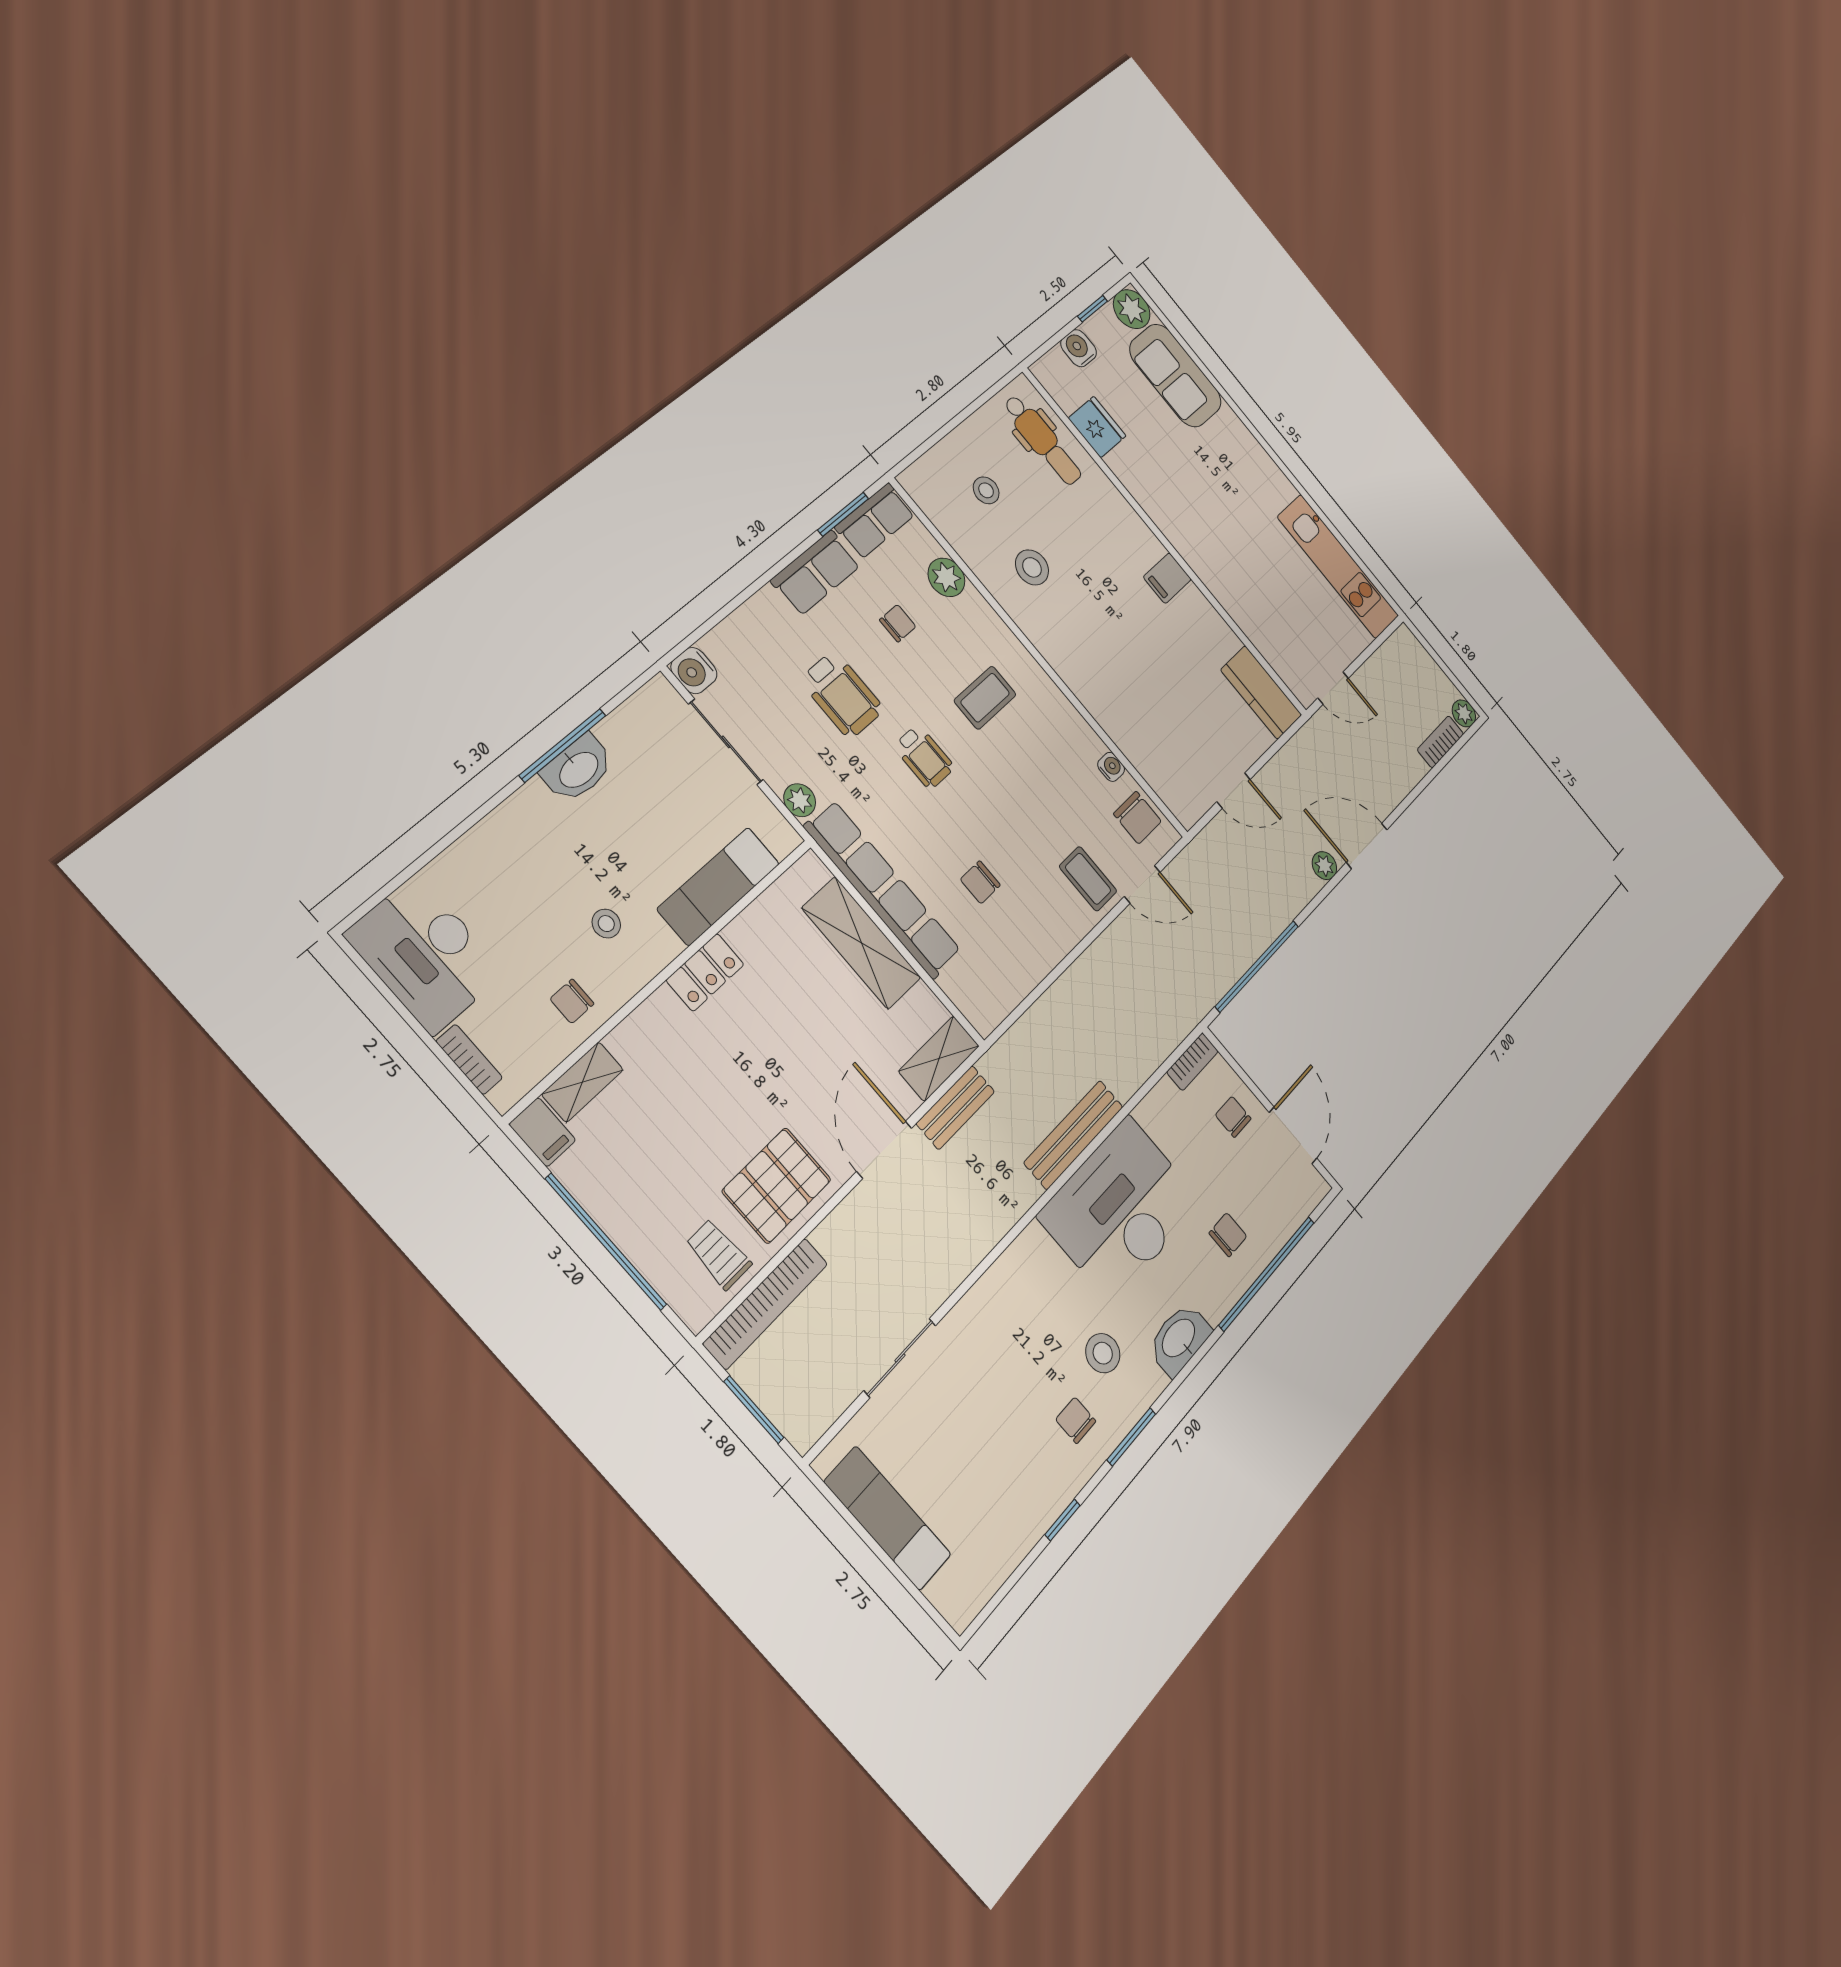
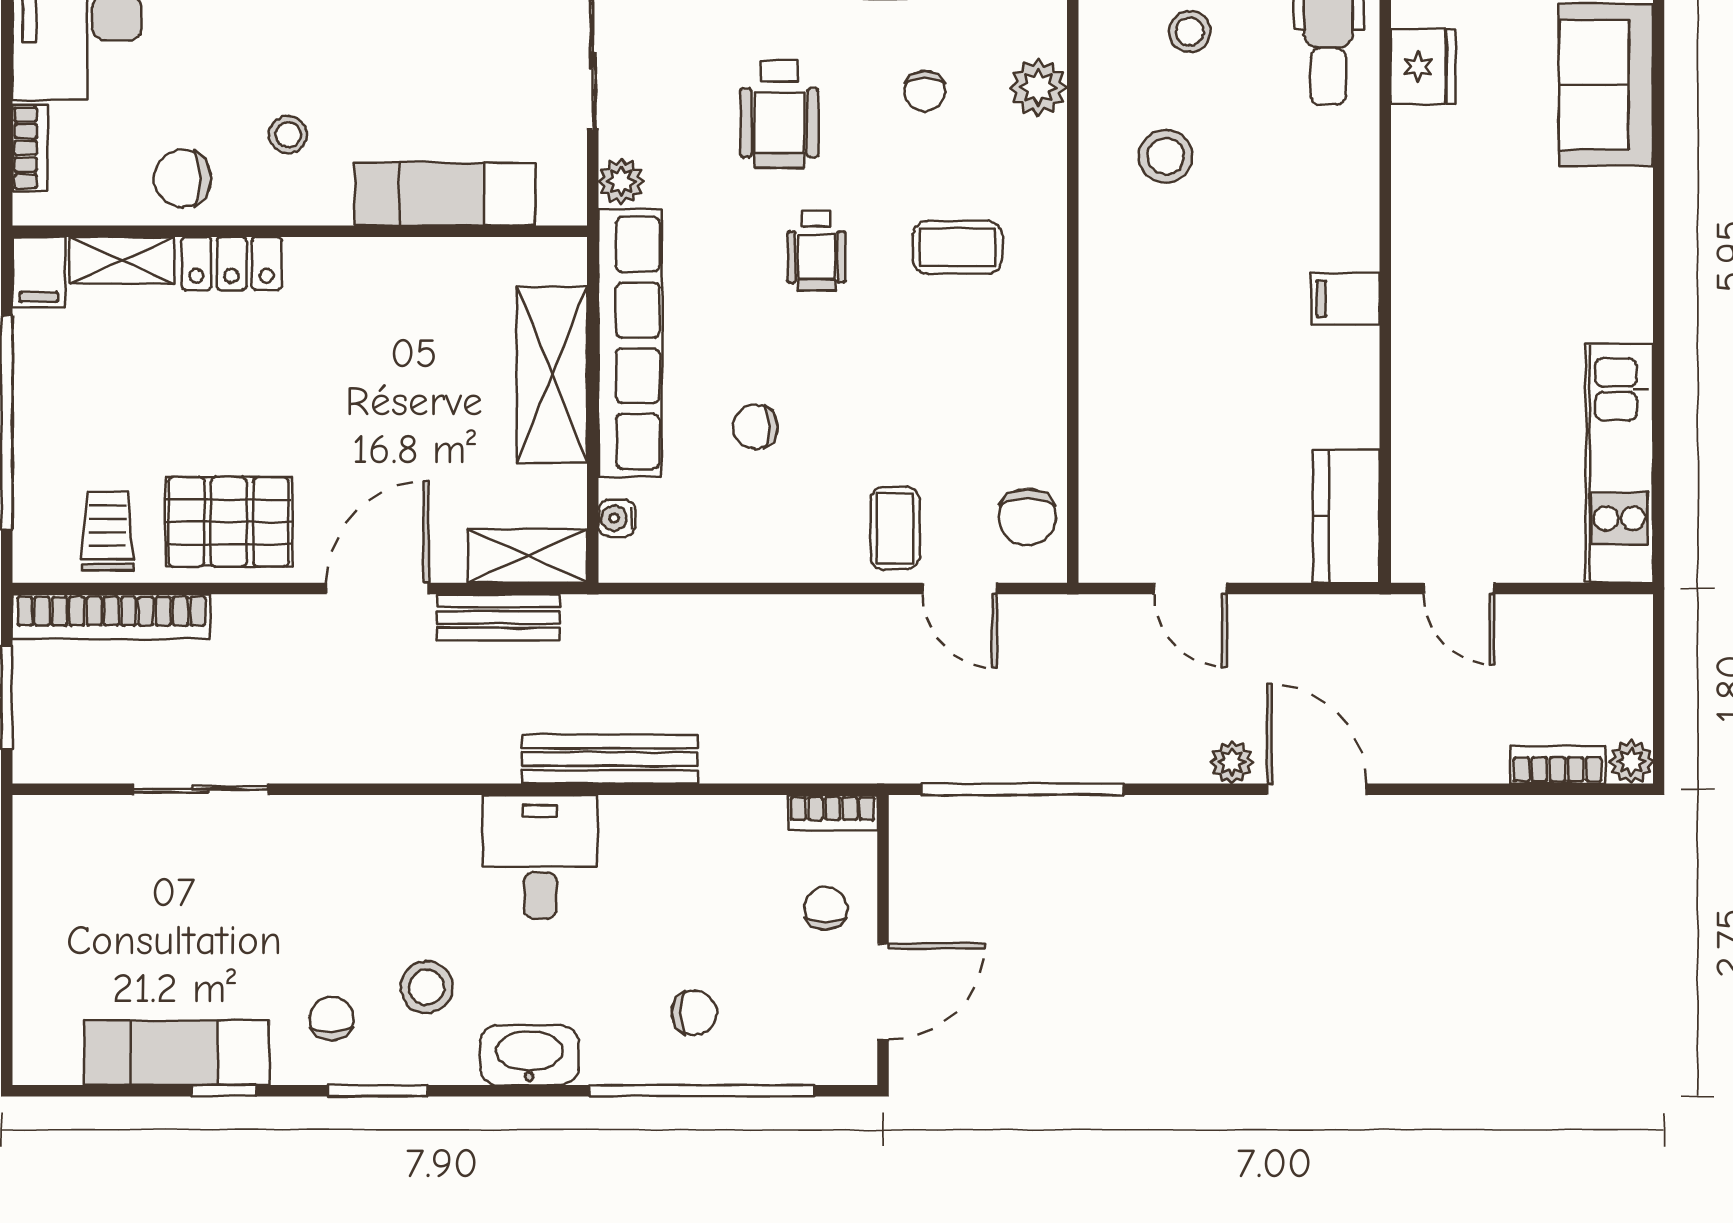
chair: (898, 623) -> (925, 91), turned 90
water cooler: (1111, 767) -> (617, 518), moved, turned 180
locker: (705, 972) -> (232, 264), moved
chair: (572, 1001) -> (182, 178), width x1.37, depth x1.37
desk: (1121, 1209) -> (540, 857), width x0.53, depth x0.77
exam couch: (888, 1518) -> (177, 1053), moved, turned -90

